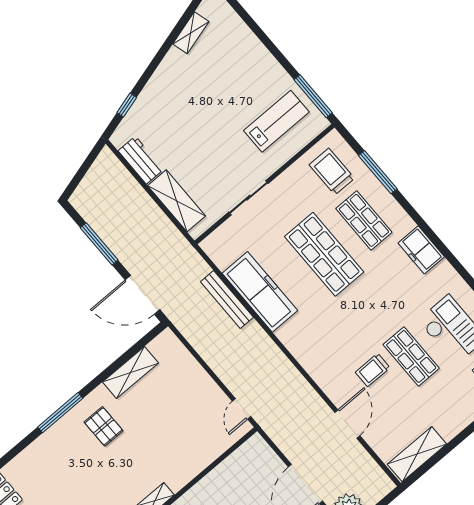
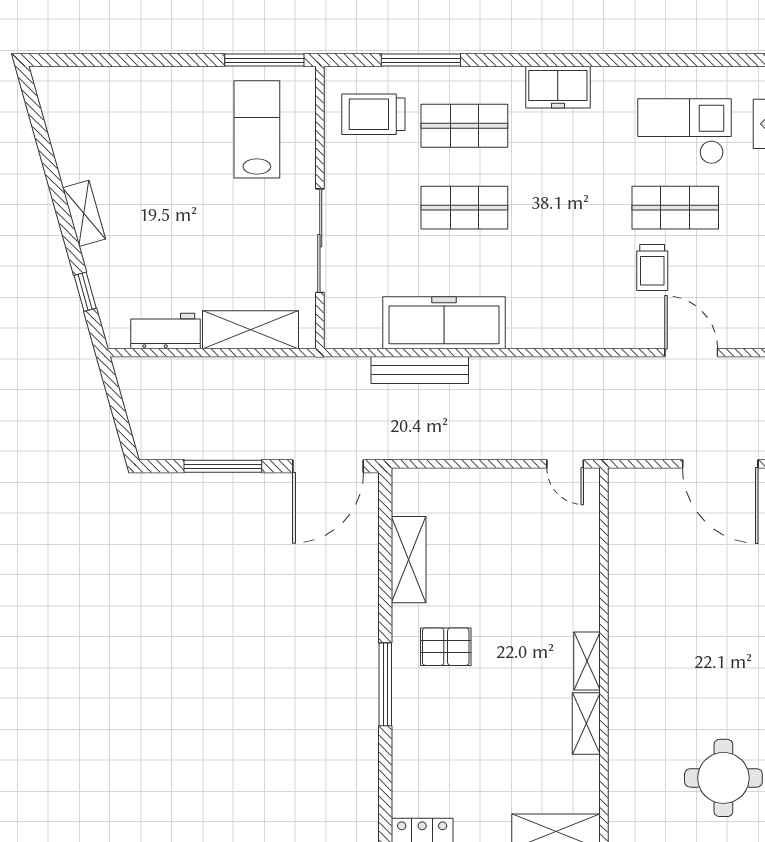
shelving: (191, 33) -> (84, 213), moved
sliding door: (248, 198) -> (320, 241), width x1.37
shop shelf: (324, 254) -> (464, 208), width x0.70, depth x0.74

